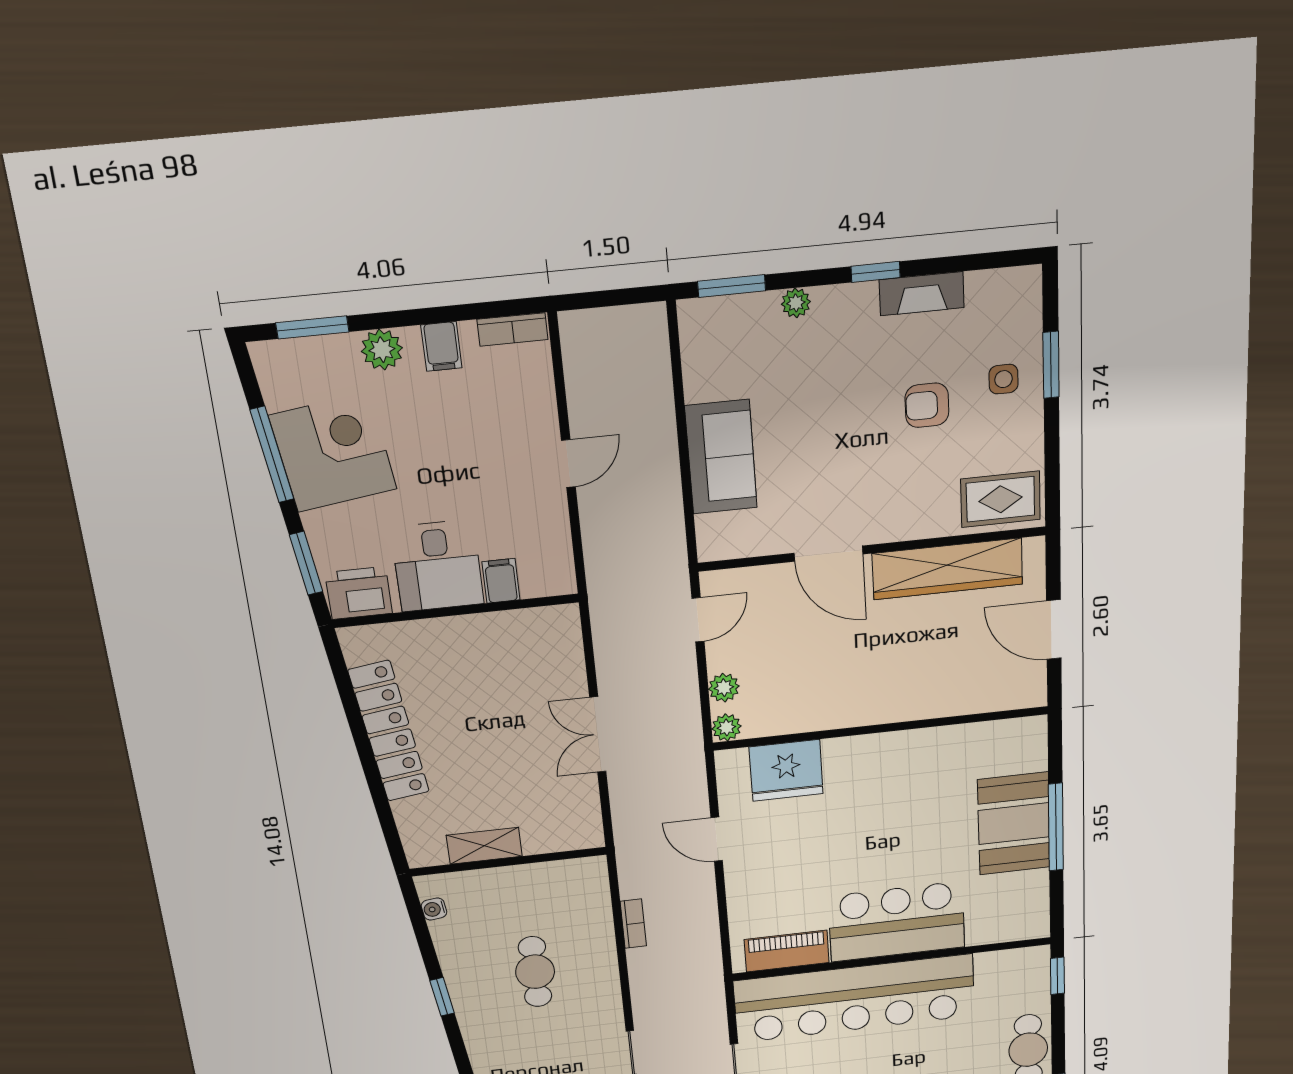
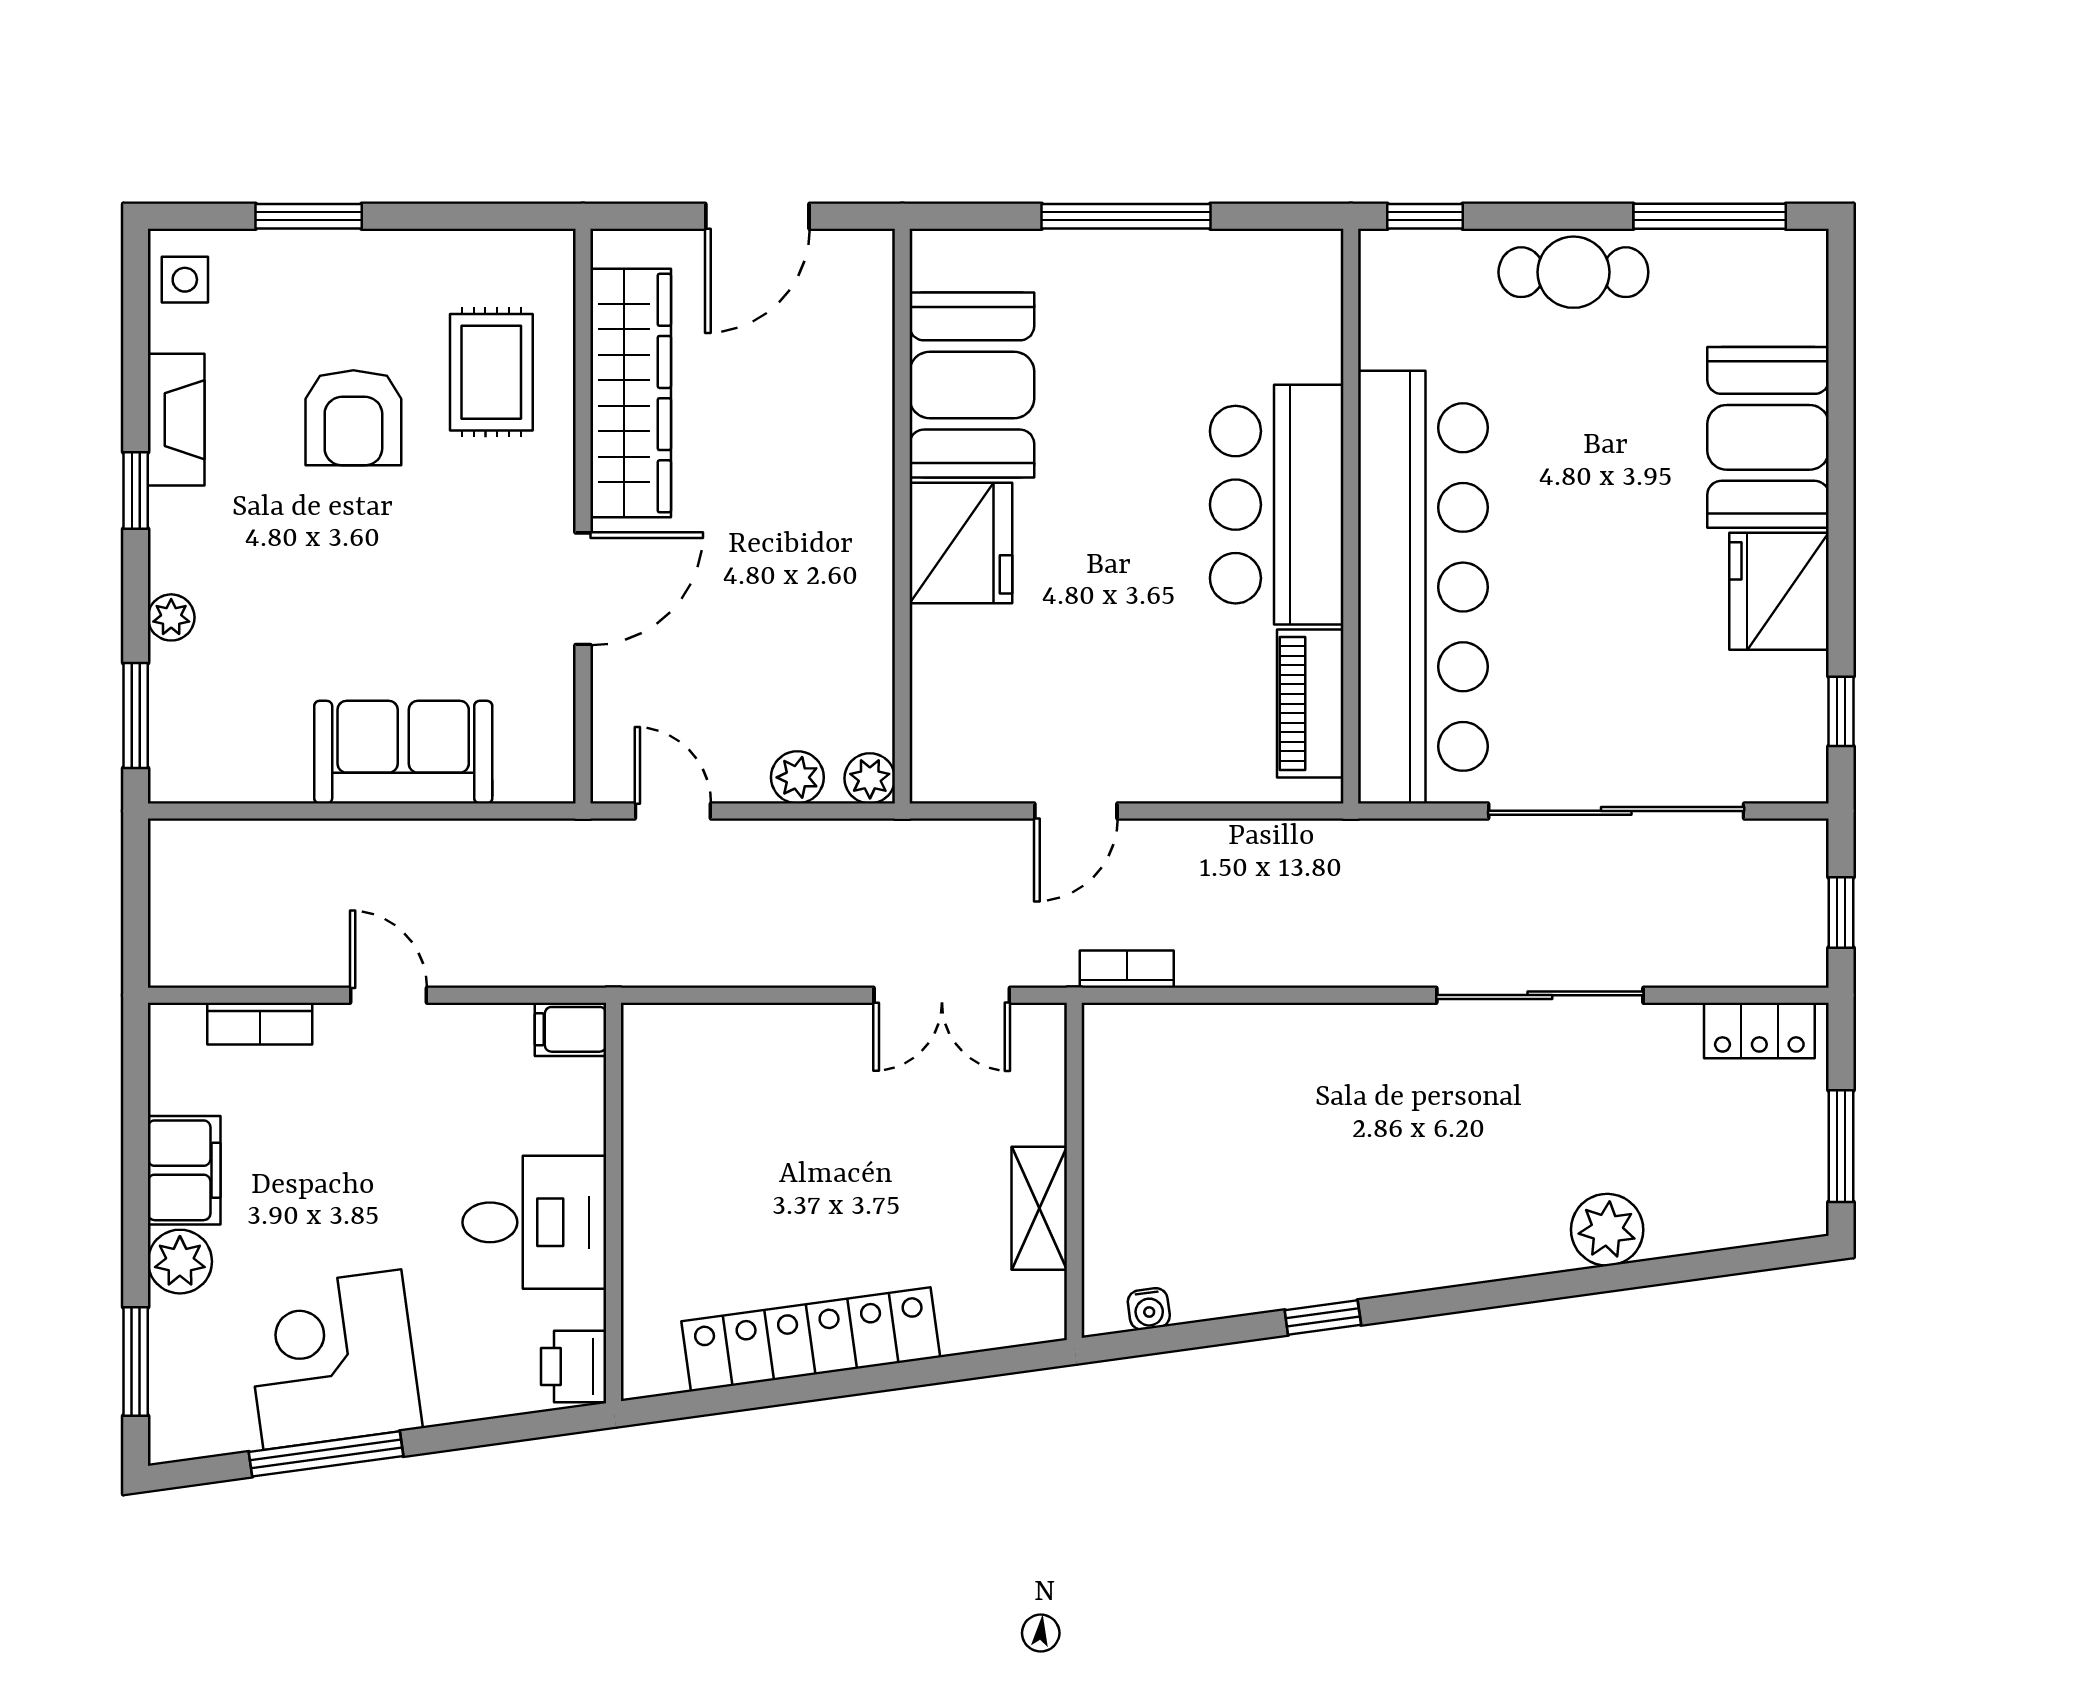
bookcase: (512, 329) -> (260, 1024), moved, turned 90
filing cabinet: (441, 346) -> (184, 1170), width x2.00
side table: (1004, 379) -> (185, 280), moved
armchair: (927, 405) -> (353, 418), width x1.38, depth x1.38
rug: (1001, 499) -> (491, 372), moved
window: (306, 563) -> (507, 1429), removed
filing cabinet: (501, 581) -> (571, 1029), moved
printer: (359, 593) -> (574, 1366), width x0.73, depth x0.81
double door: (598, 735) -> (942, 995), moved
fridge: (786, 770) -> (961, 543), moved
booth: (1014, 824) -> (972, 385), moved, turned 90
bookcase: (633, 924) -> (1127, 969), moved
cafe table: (535, 972) -> (1294, 1150), removed

